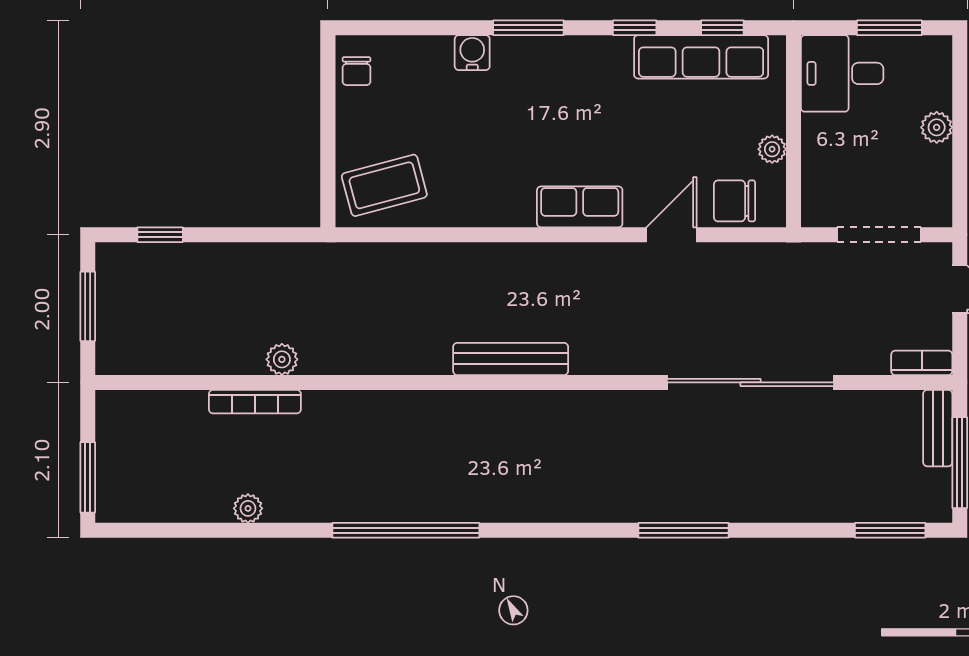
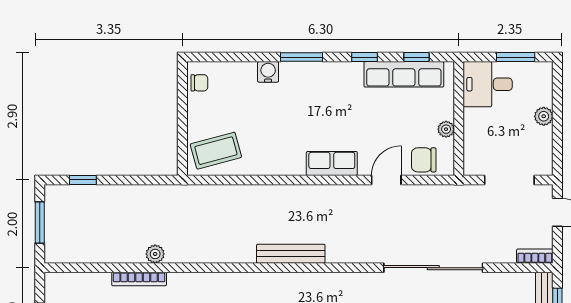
chair: (357, 71) -> (199, 83), turned -90

